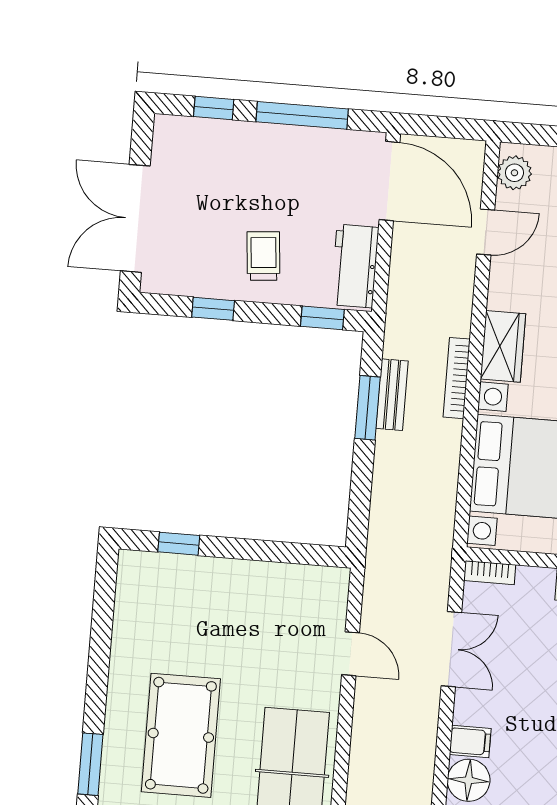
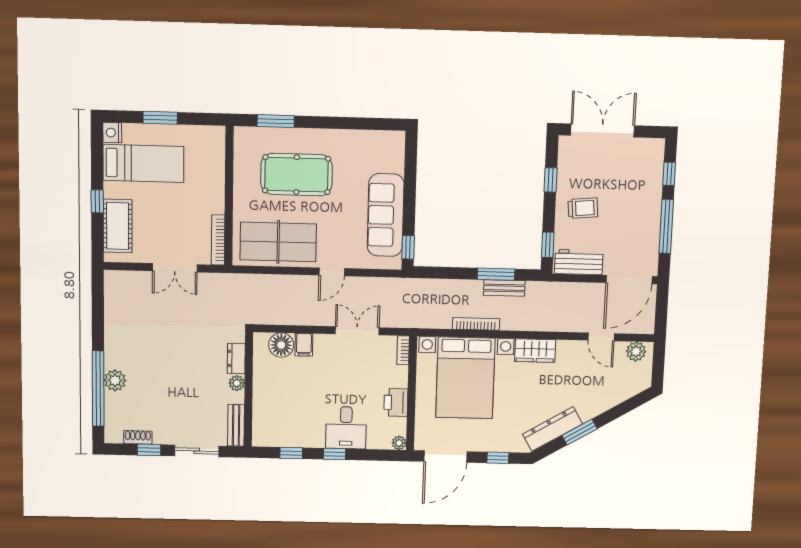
bookcase: (457, 378) -> (476, 324), moved
window: (179, 544) -> (408, 247), moved
sofa: (257, 590) -> (386, 215), added
double door: (451, 649) -> (357, 331), swing flipped
door: (351, 654) -> (332, 272), moved

